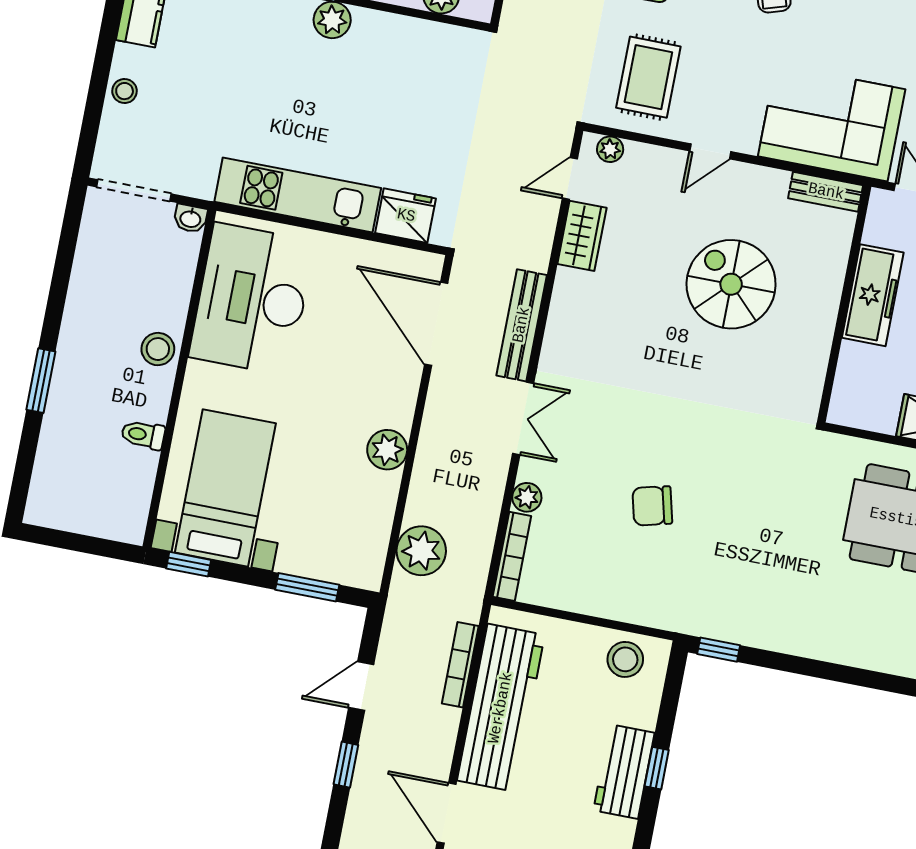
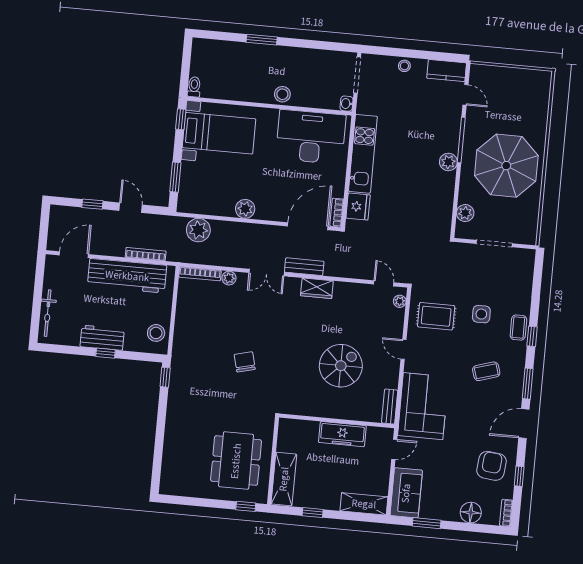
wardrobe: (582, 236) -> (317, 288), moved
bookcase: (414, 261) -> (337, 213), added
bench: (522, 325) -> (304, 267), width x0.73
toilet: (143, 435) -> (194, 87), moved
chair: (652, 506) -> (245, 362), moved

